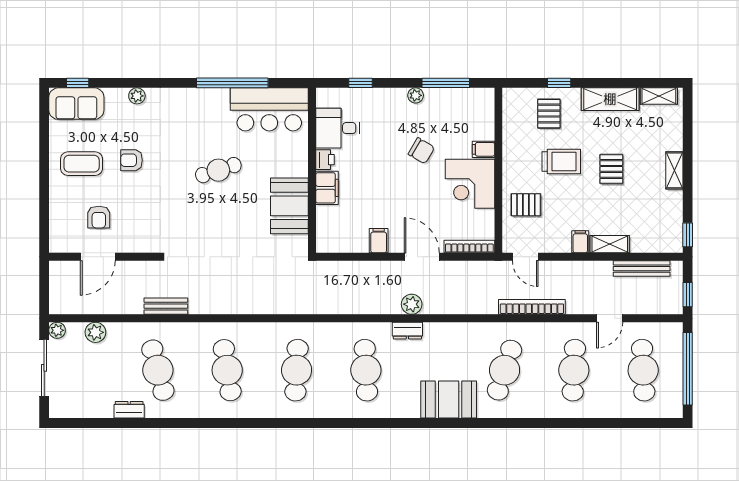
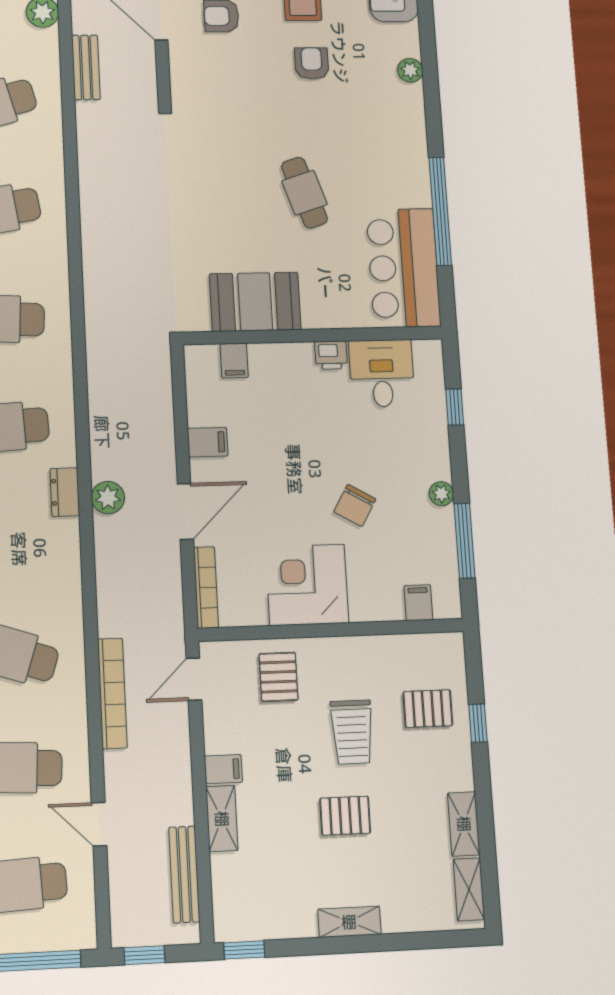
shelving: (610, 99) -> (464, 824), width x0.67, depth x0.75
filing cabinet: (484, 149) -> (418, 603), moved
filing cabinet: (327, 188) -> (234, 361), moved, width x0.50
bench: (166, 306) -> (86, 67), moved

